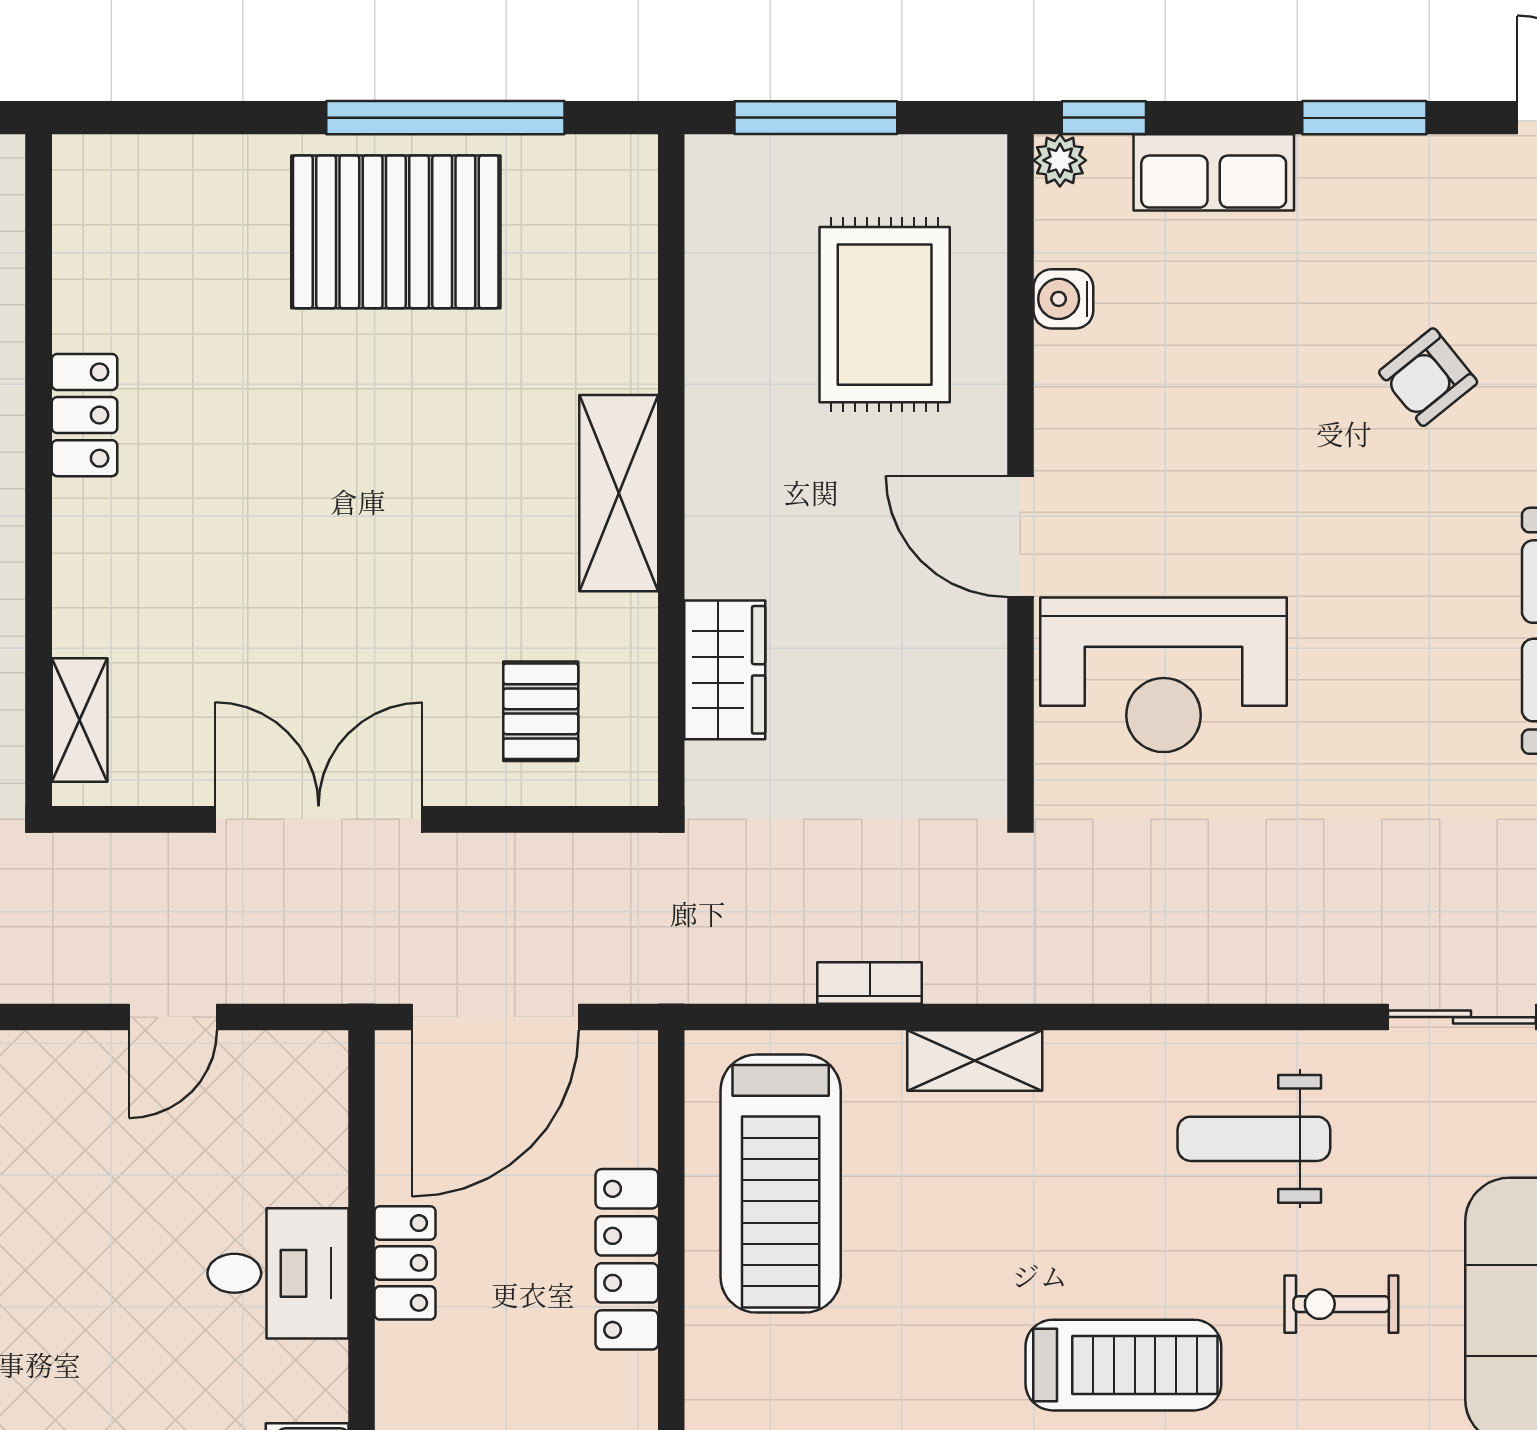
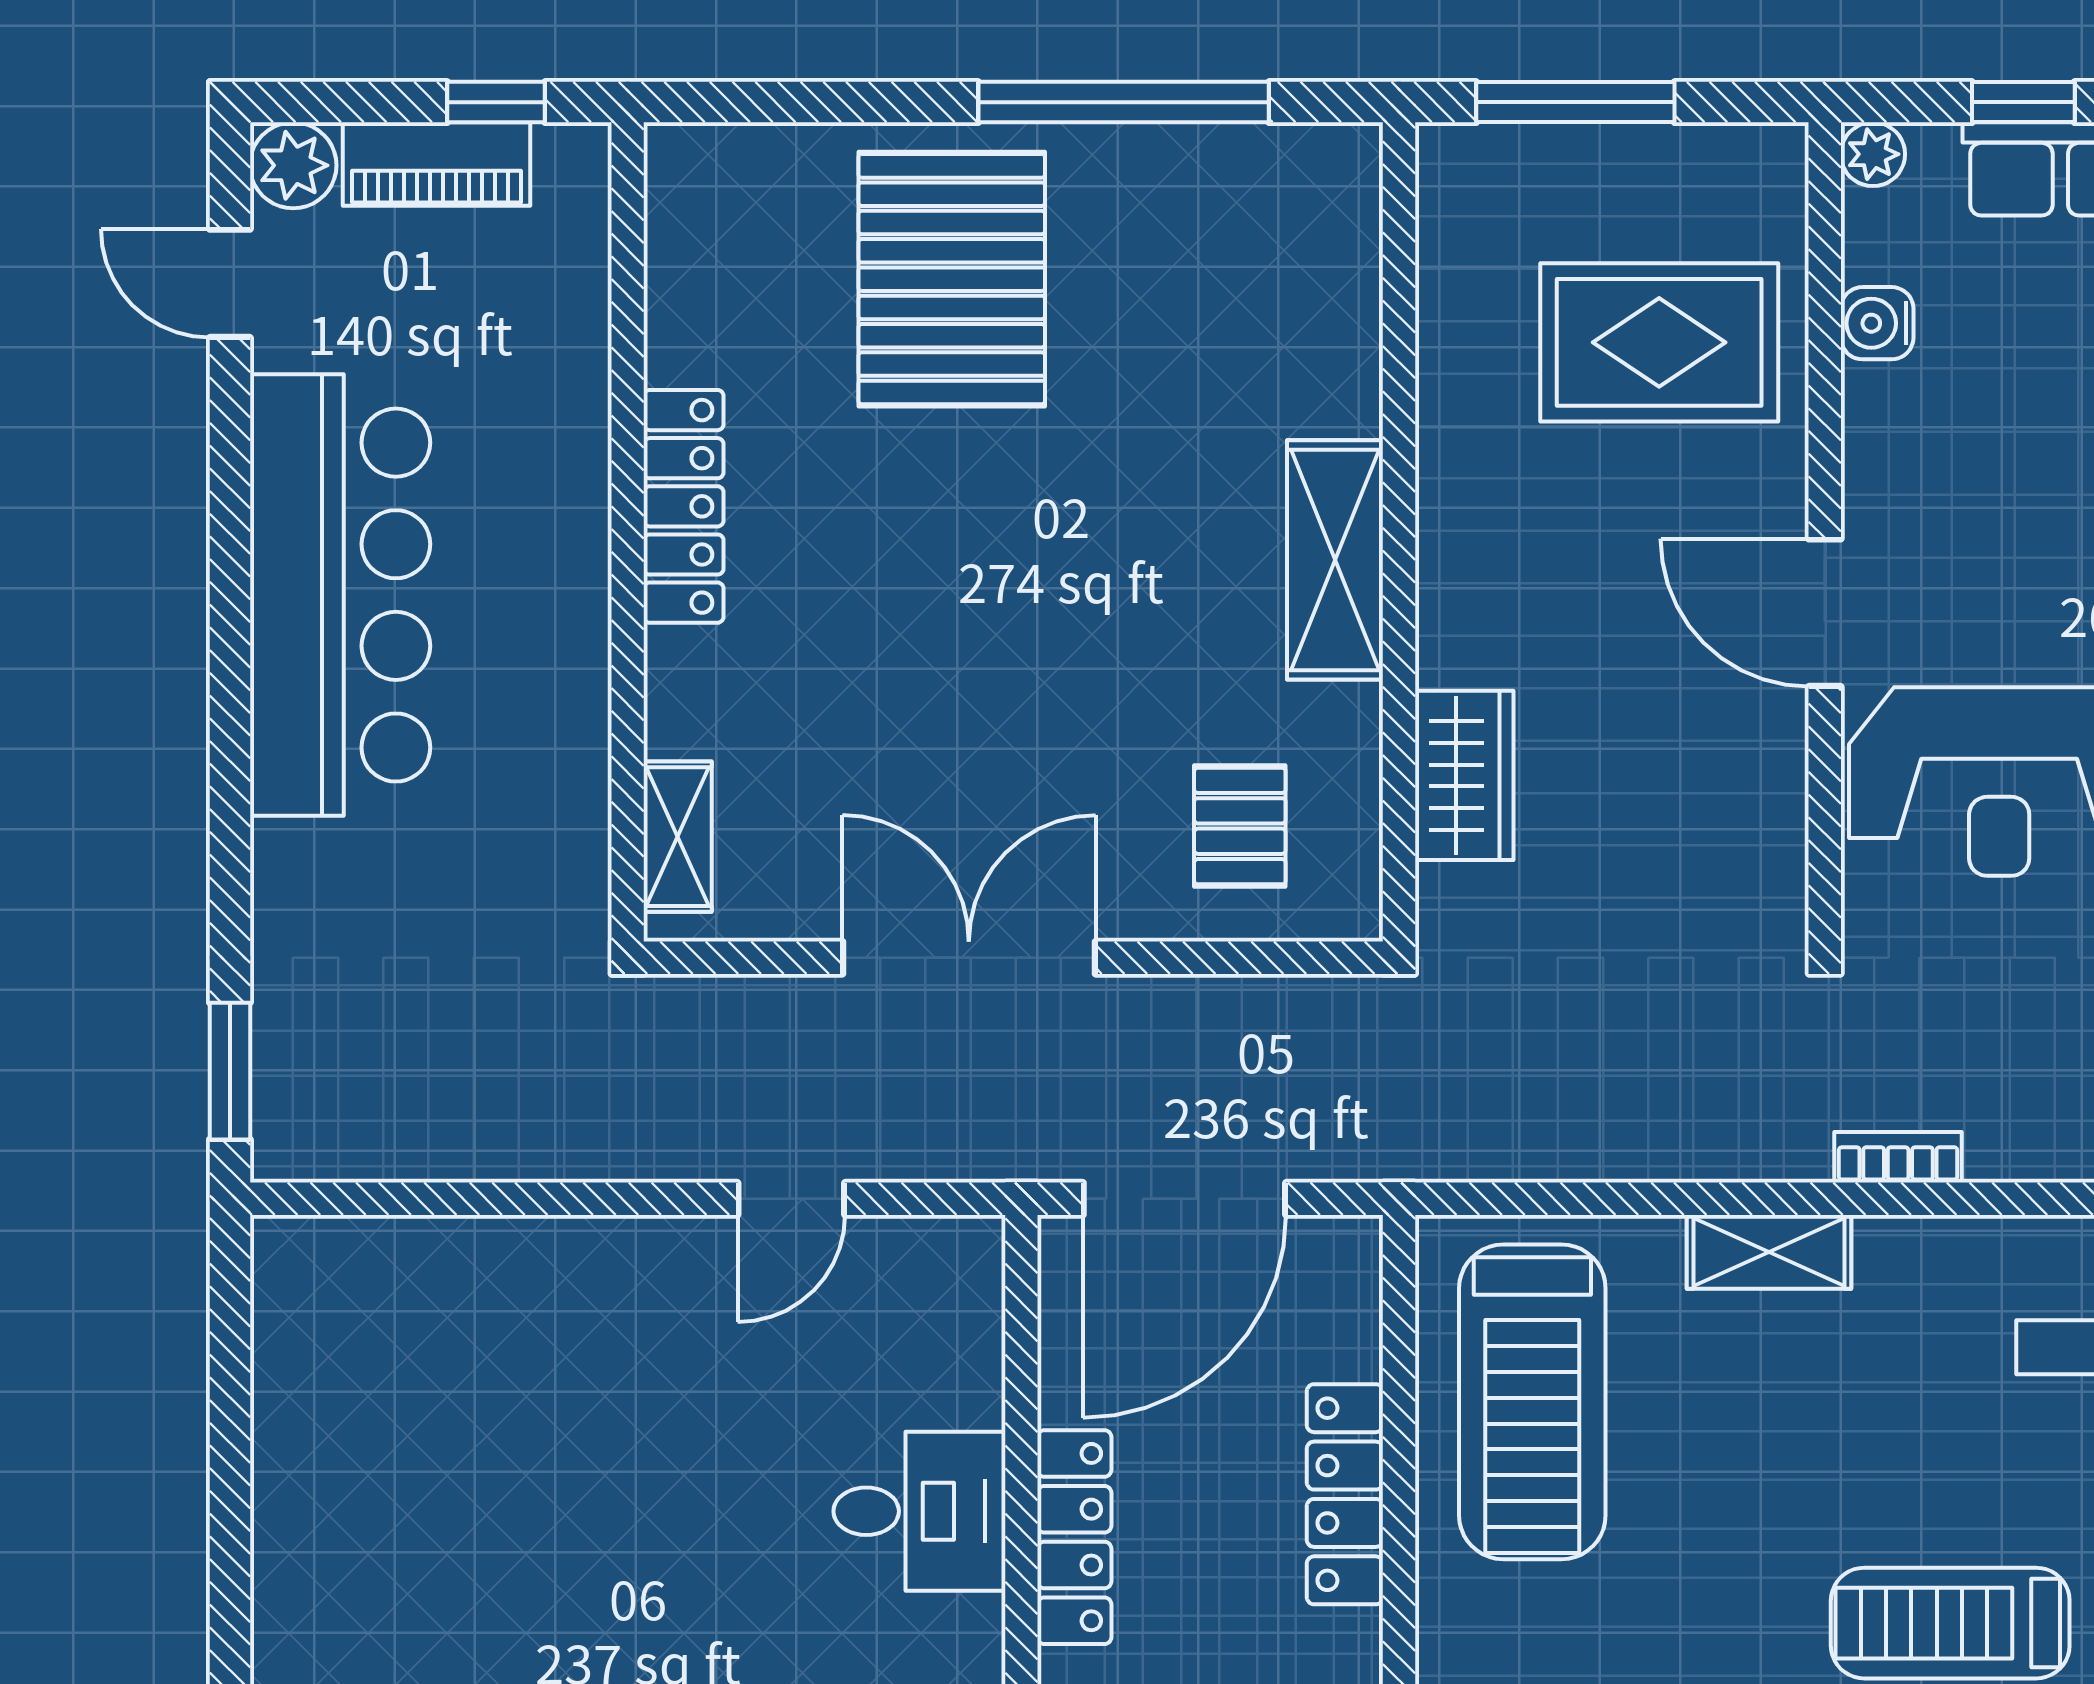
window: (1104, 118) -> (2023, 102), moved
pallet: (396, 232) -> (952, 279), moved, turned 90
rug: (885, 315) -> (1659, 342), turned 90
locker: (84, 415) -> (684, 506), width x1.53
bookcase: (870, 983) -> (1898, 1157), moved
locker: (405, 1263) -> (1074, 1537), width x1.53
treadmill: (1123, 1365) -> (1950, 1623), turned 180

